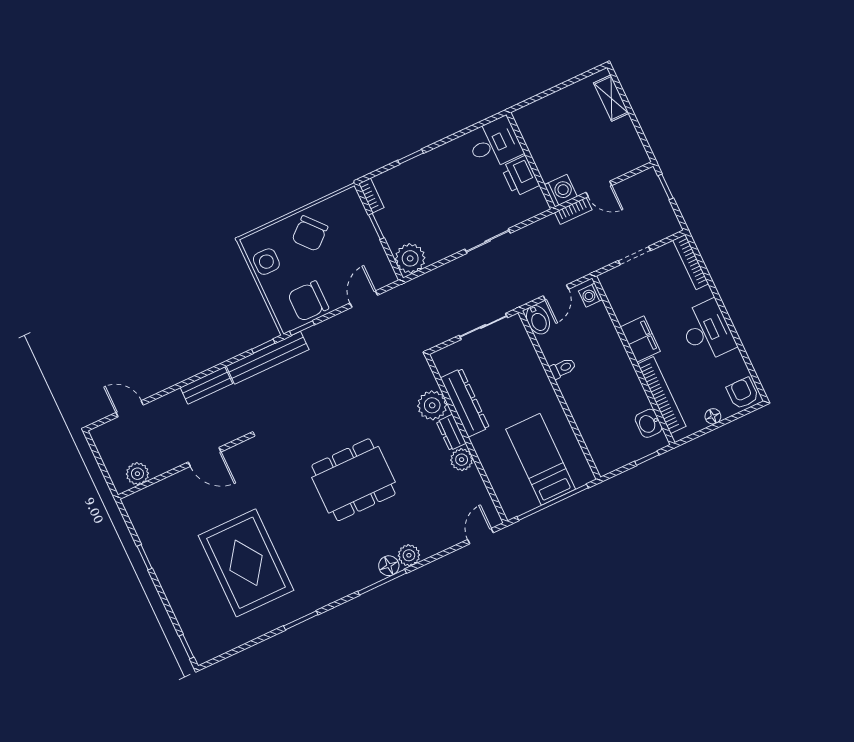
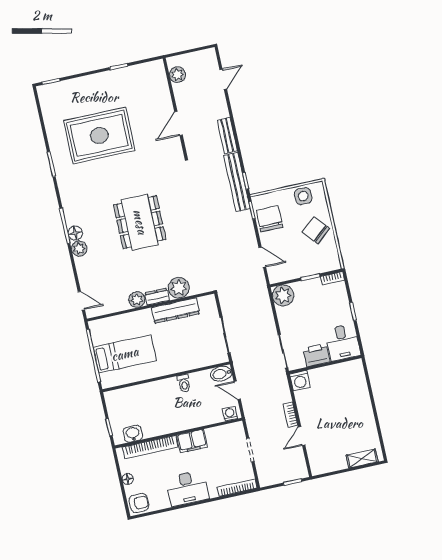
desk: (495, 144) -> (343, 342), moved
wall: (531, 161) -> (325, 365), moved
printer: (520, 176) -> (316, 355), moved
washing machine: (561, 191) -> (300, 381), moved

